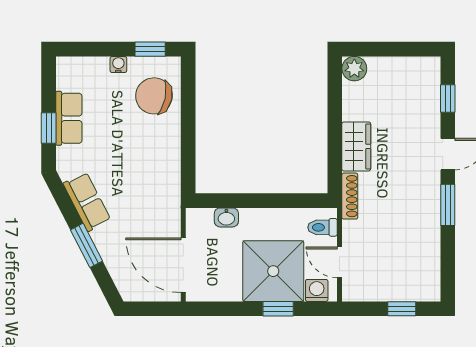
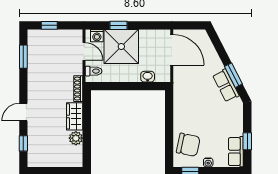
plant: (354, 69) -> (76, 138), moved
row of seats: (69, 118) -> (236, 152), moved
window: (49, 128) -> (247, 141), moved
window: (448, 205) -> (23, 57), moved
window: (86, 245) -> (233, 75), moved

